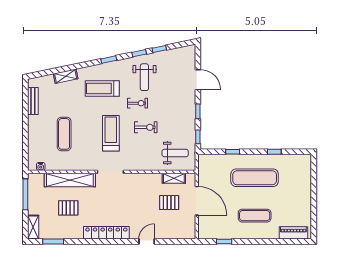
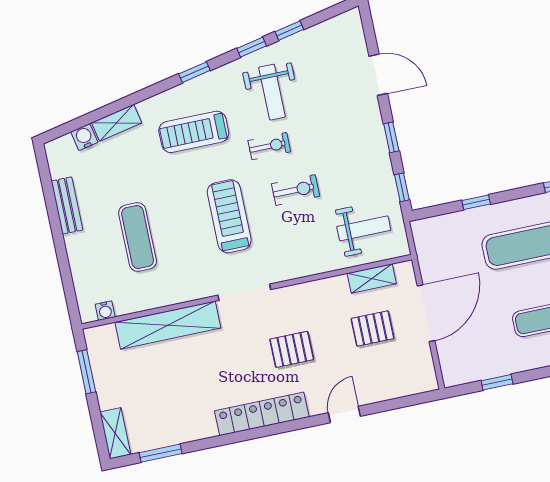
water cooler: (48, 80) -> (84, 137), added
bench: (33, 101) -> (67, 205), moved
window: (25, 194) -> (86, 372), width x0.69
door: (197, 201) -> (426, 313), hinge flipped
pallet: (68, 208) -> (292, 349), moved

